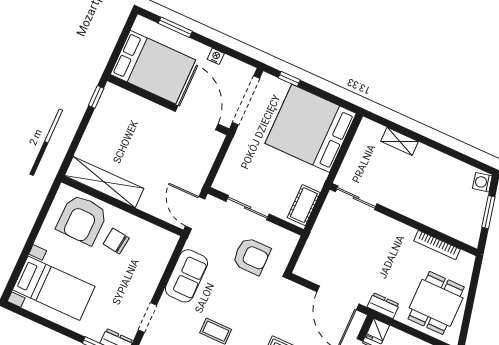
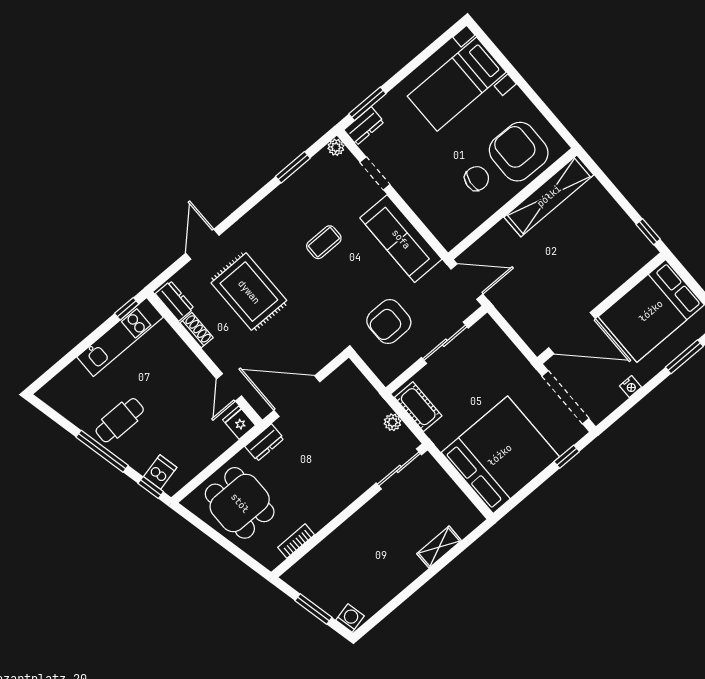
plant: (324, 219) -> (392, 422), added
bookcase: (437, 245) -> (296, 541), width x0.64
sofa: (186, 276) -> (401, 239), width x1.36

